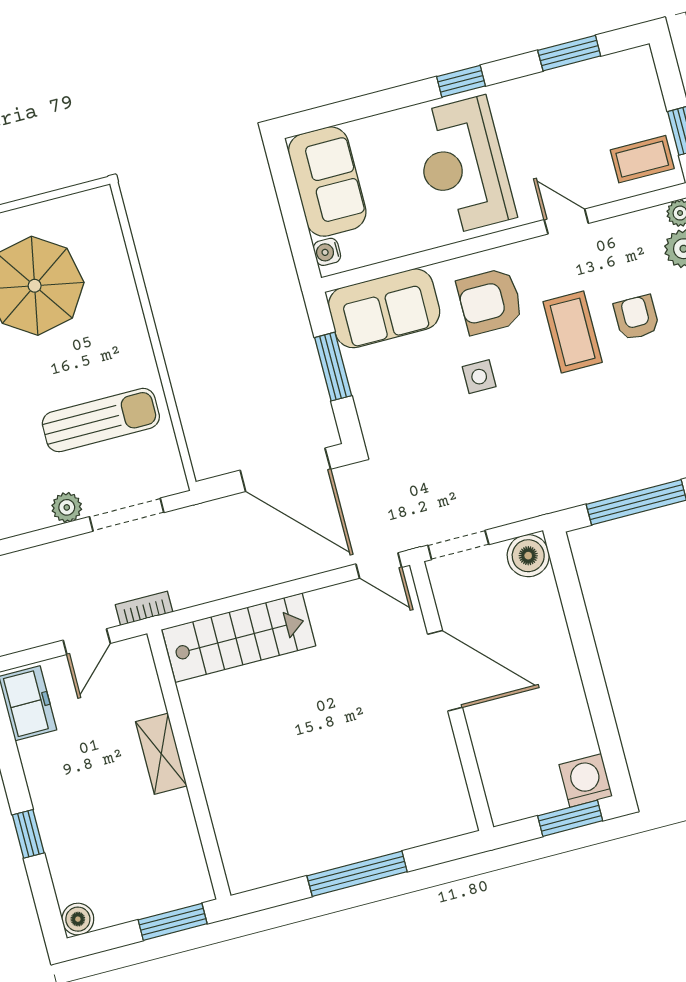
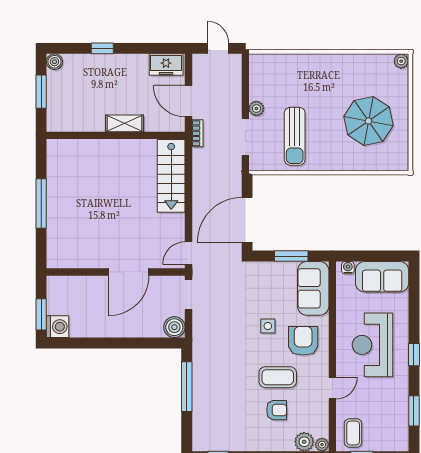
reception desk: (463, 166) -> (372, 345), turned -90
door: (87, 642) -> (189, 101), width x1.38
window: (173, 922) -> (41, 92), moved

